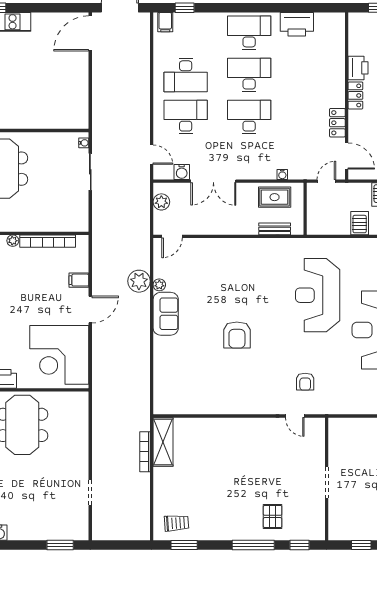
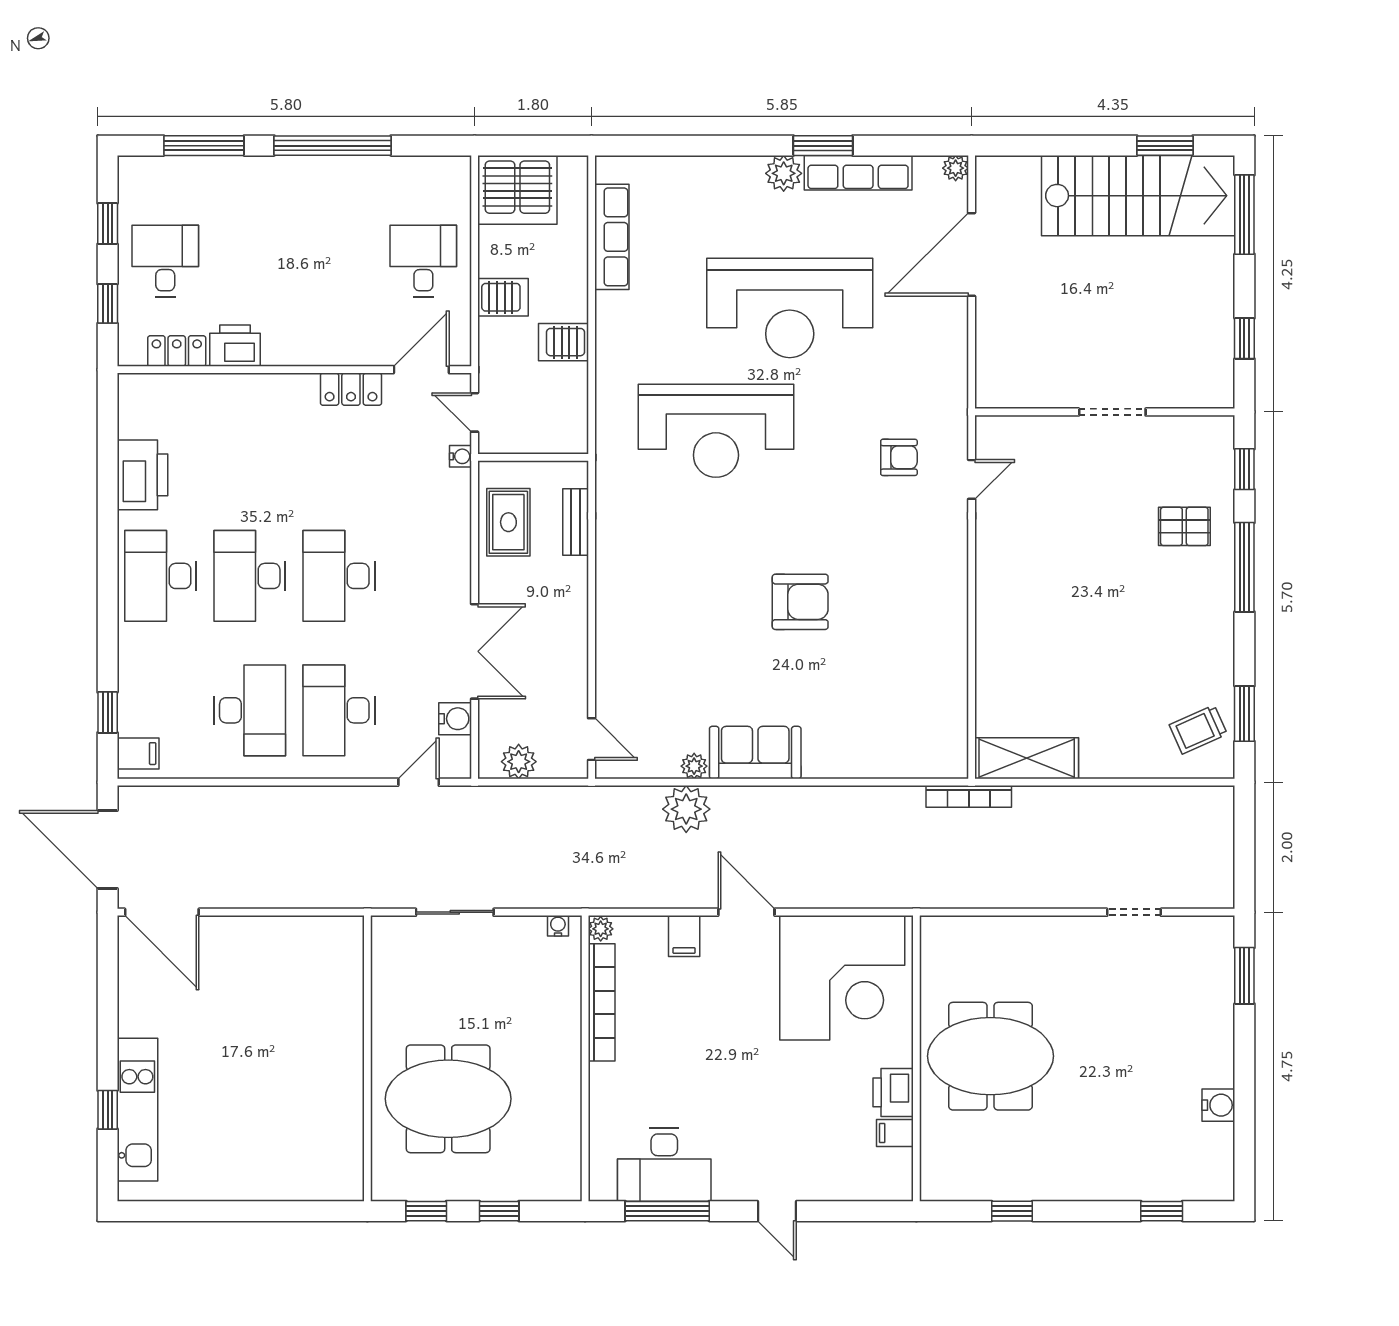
locker: (355, 95) -> (177, 351), moved
water cooler: (84, 143) -> (558, 926), moved
water cooler: (282, 174) -> (460, 456), moved
plant: (13, 241) -> (601, 929), moved
bookcase: (145, 452) -> (969, 796), moved
trolley: (177, 523) -> (1198, 730), turned -110

